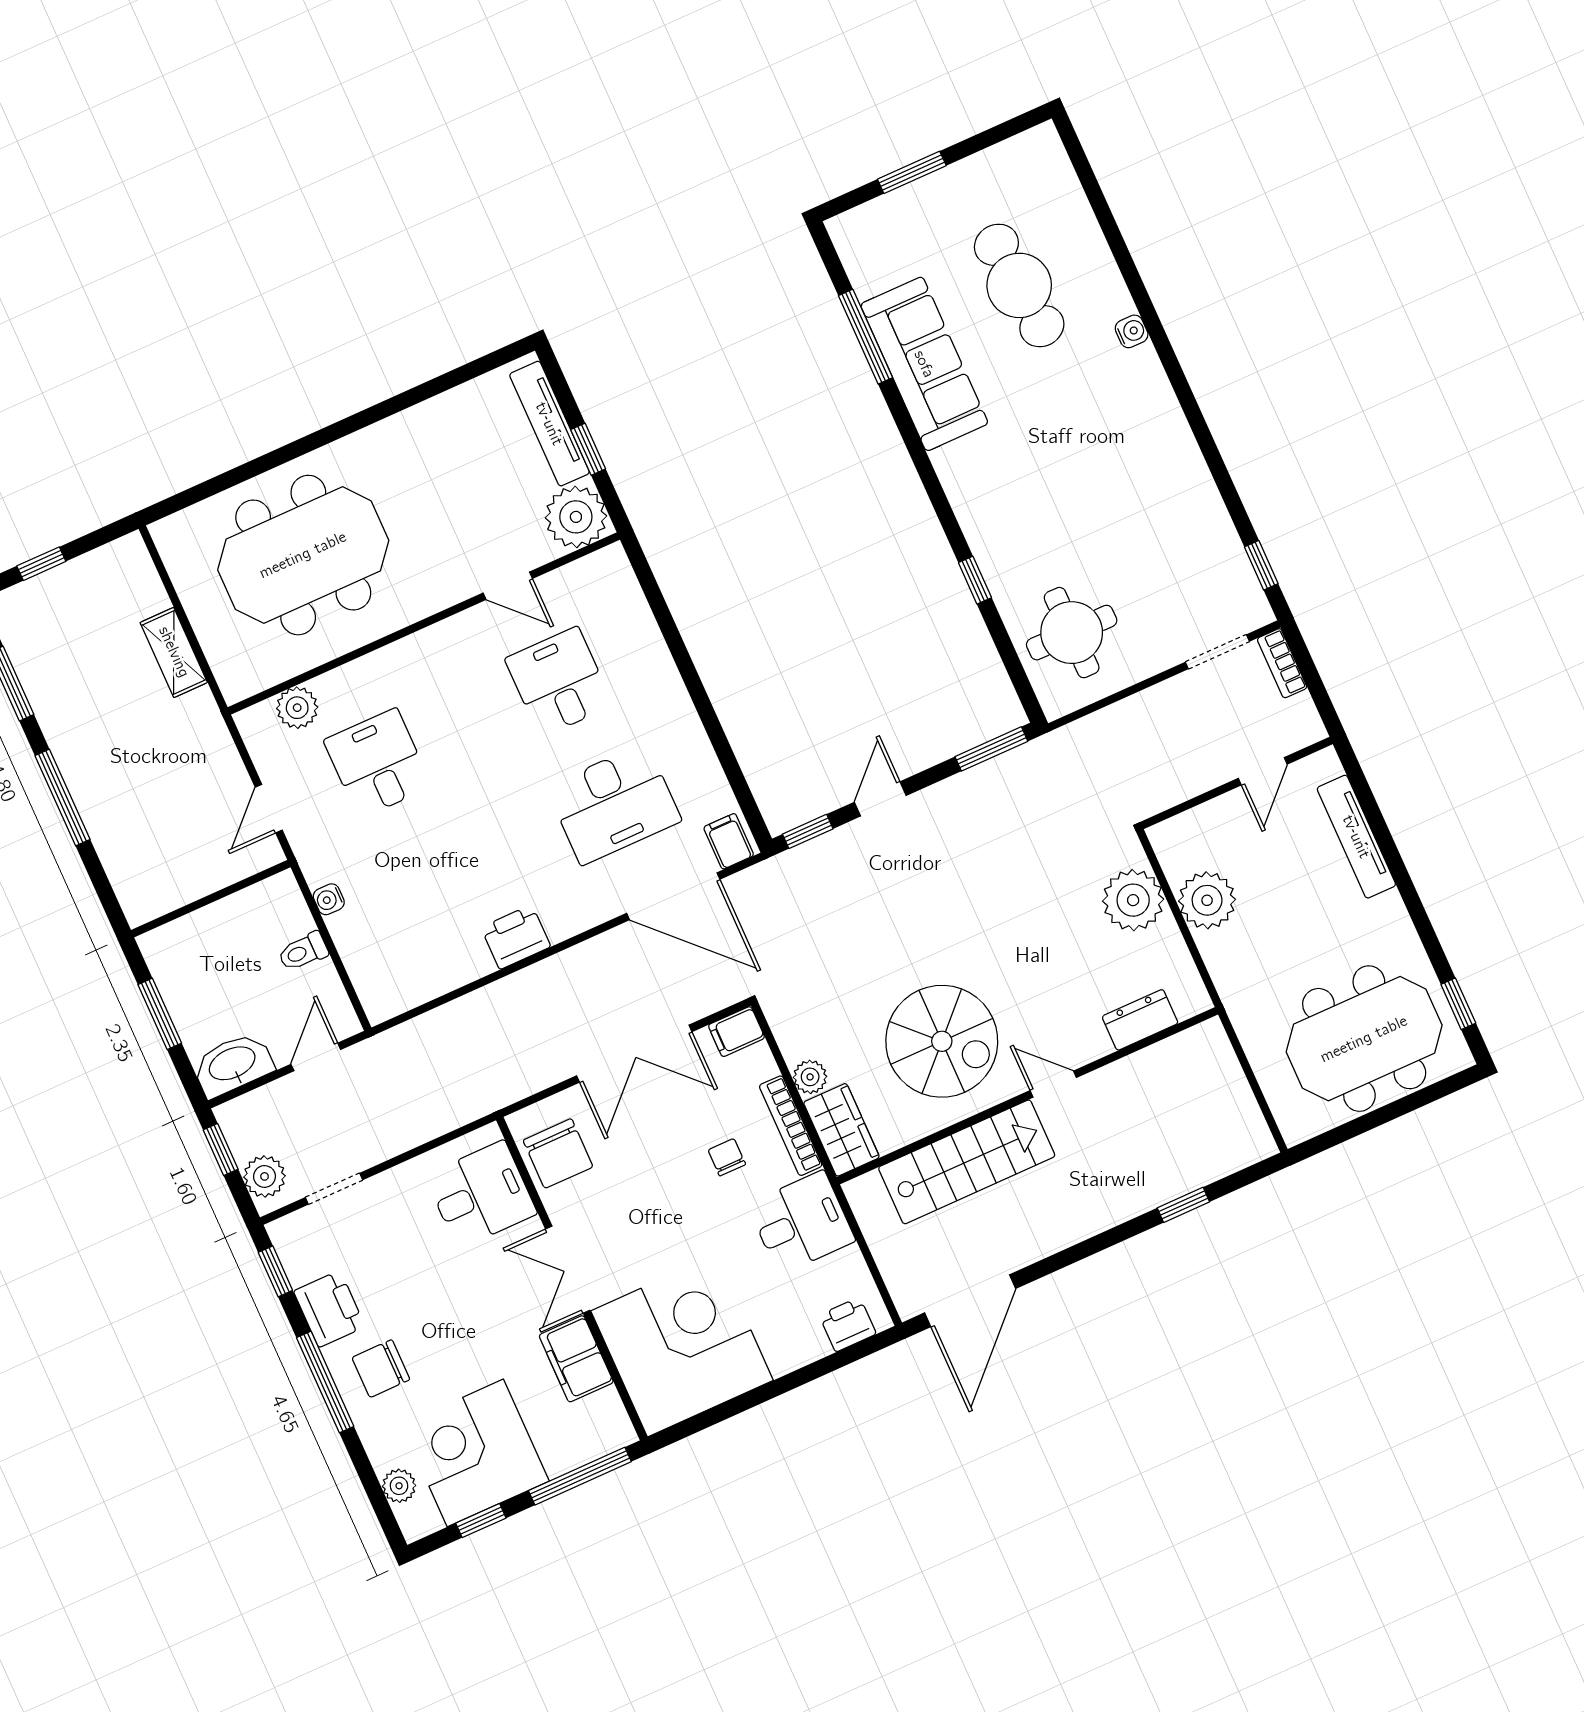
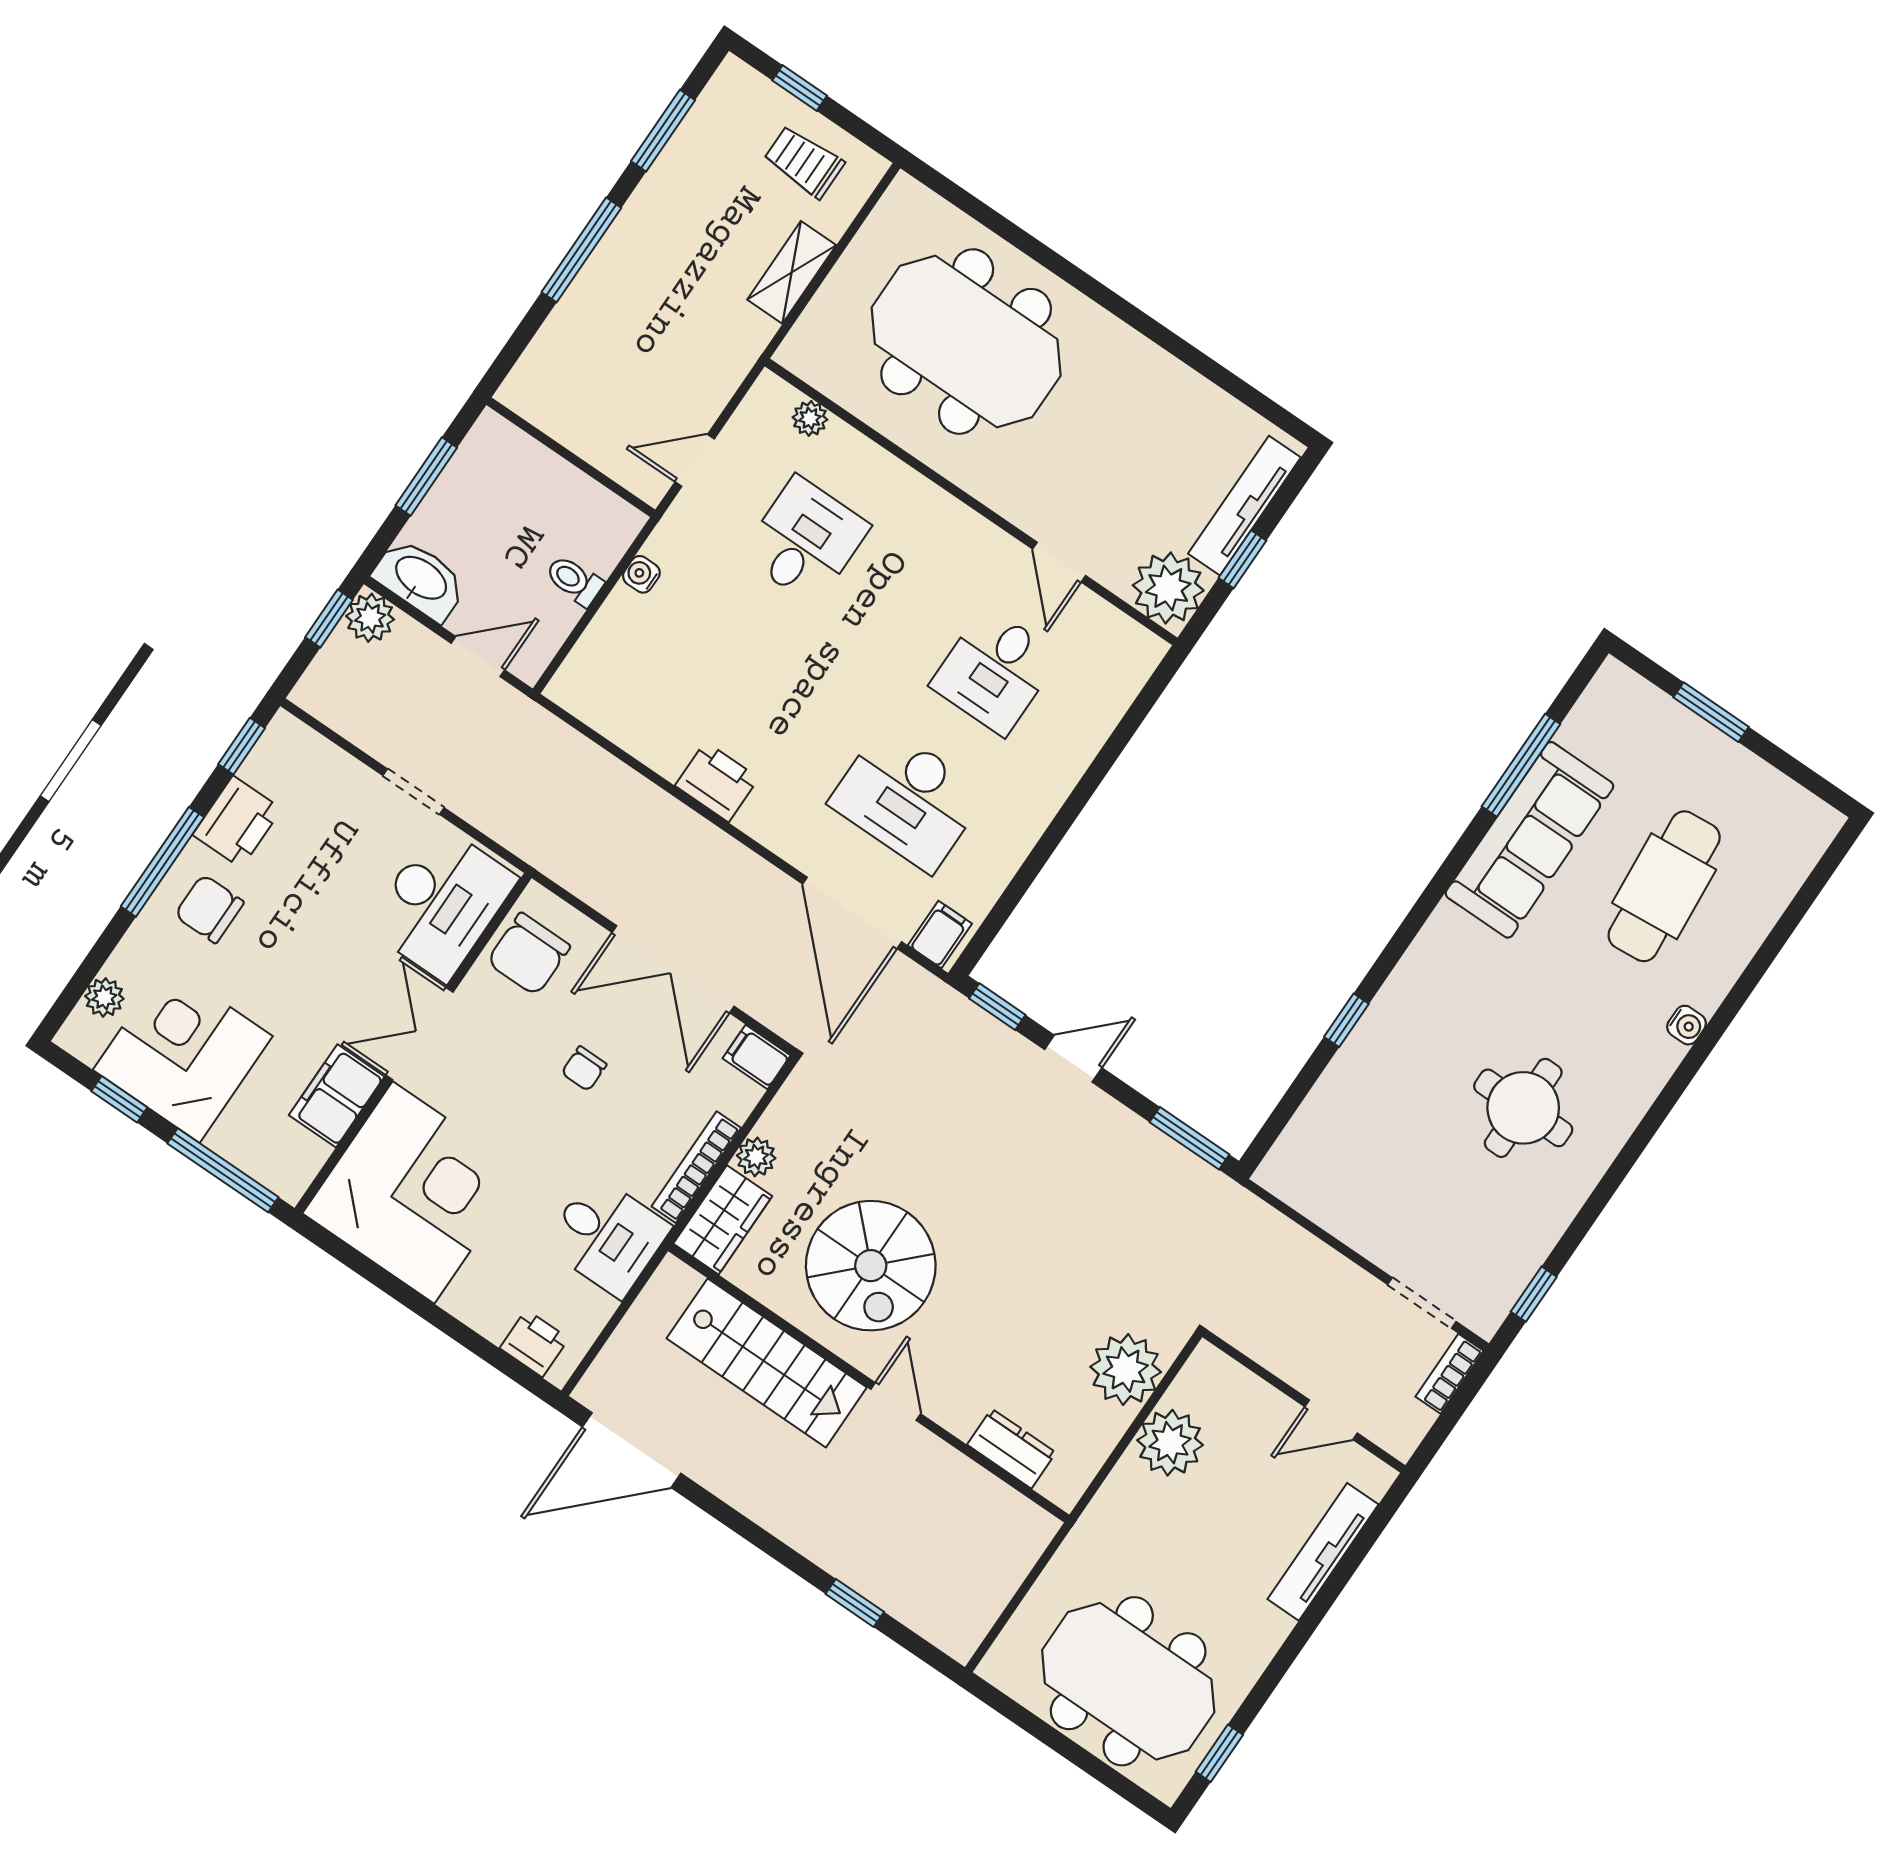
trolley: (98, 594) -> (804, 162), added
round table: (1072, 633) -> (1523, 1108), moved
desk: (559, 682) -> (995, 671), turned 180
plant: (297, 708) -> (810, 418), width x0.73, depth x0.73
chair: (727, 1157) -> (584, 1069), moved, turned 180
plant: (264, 1176) -> (370, 618), moved
doorway: (334, 1189) -> (414, 792), moved
desk: (481, 1195) -> (441, 903), width x1.37

